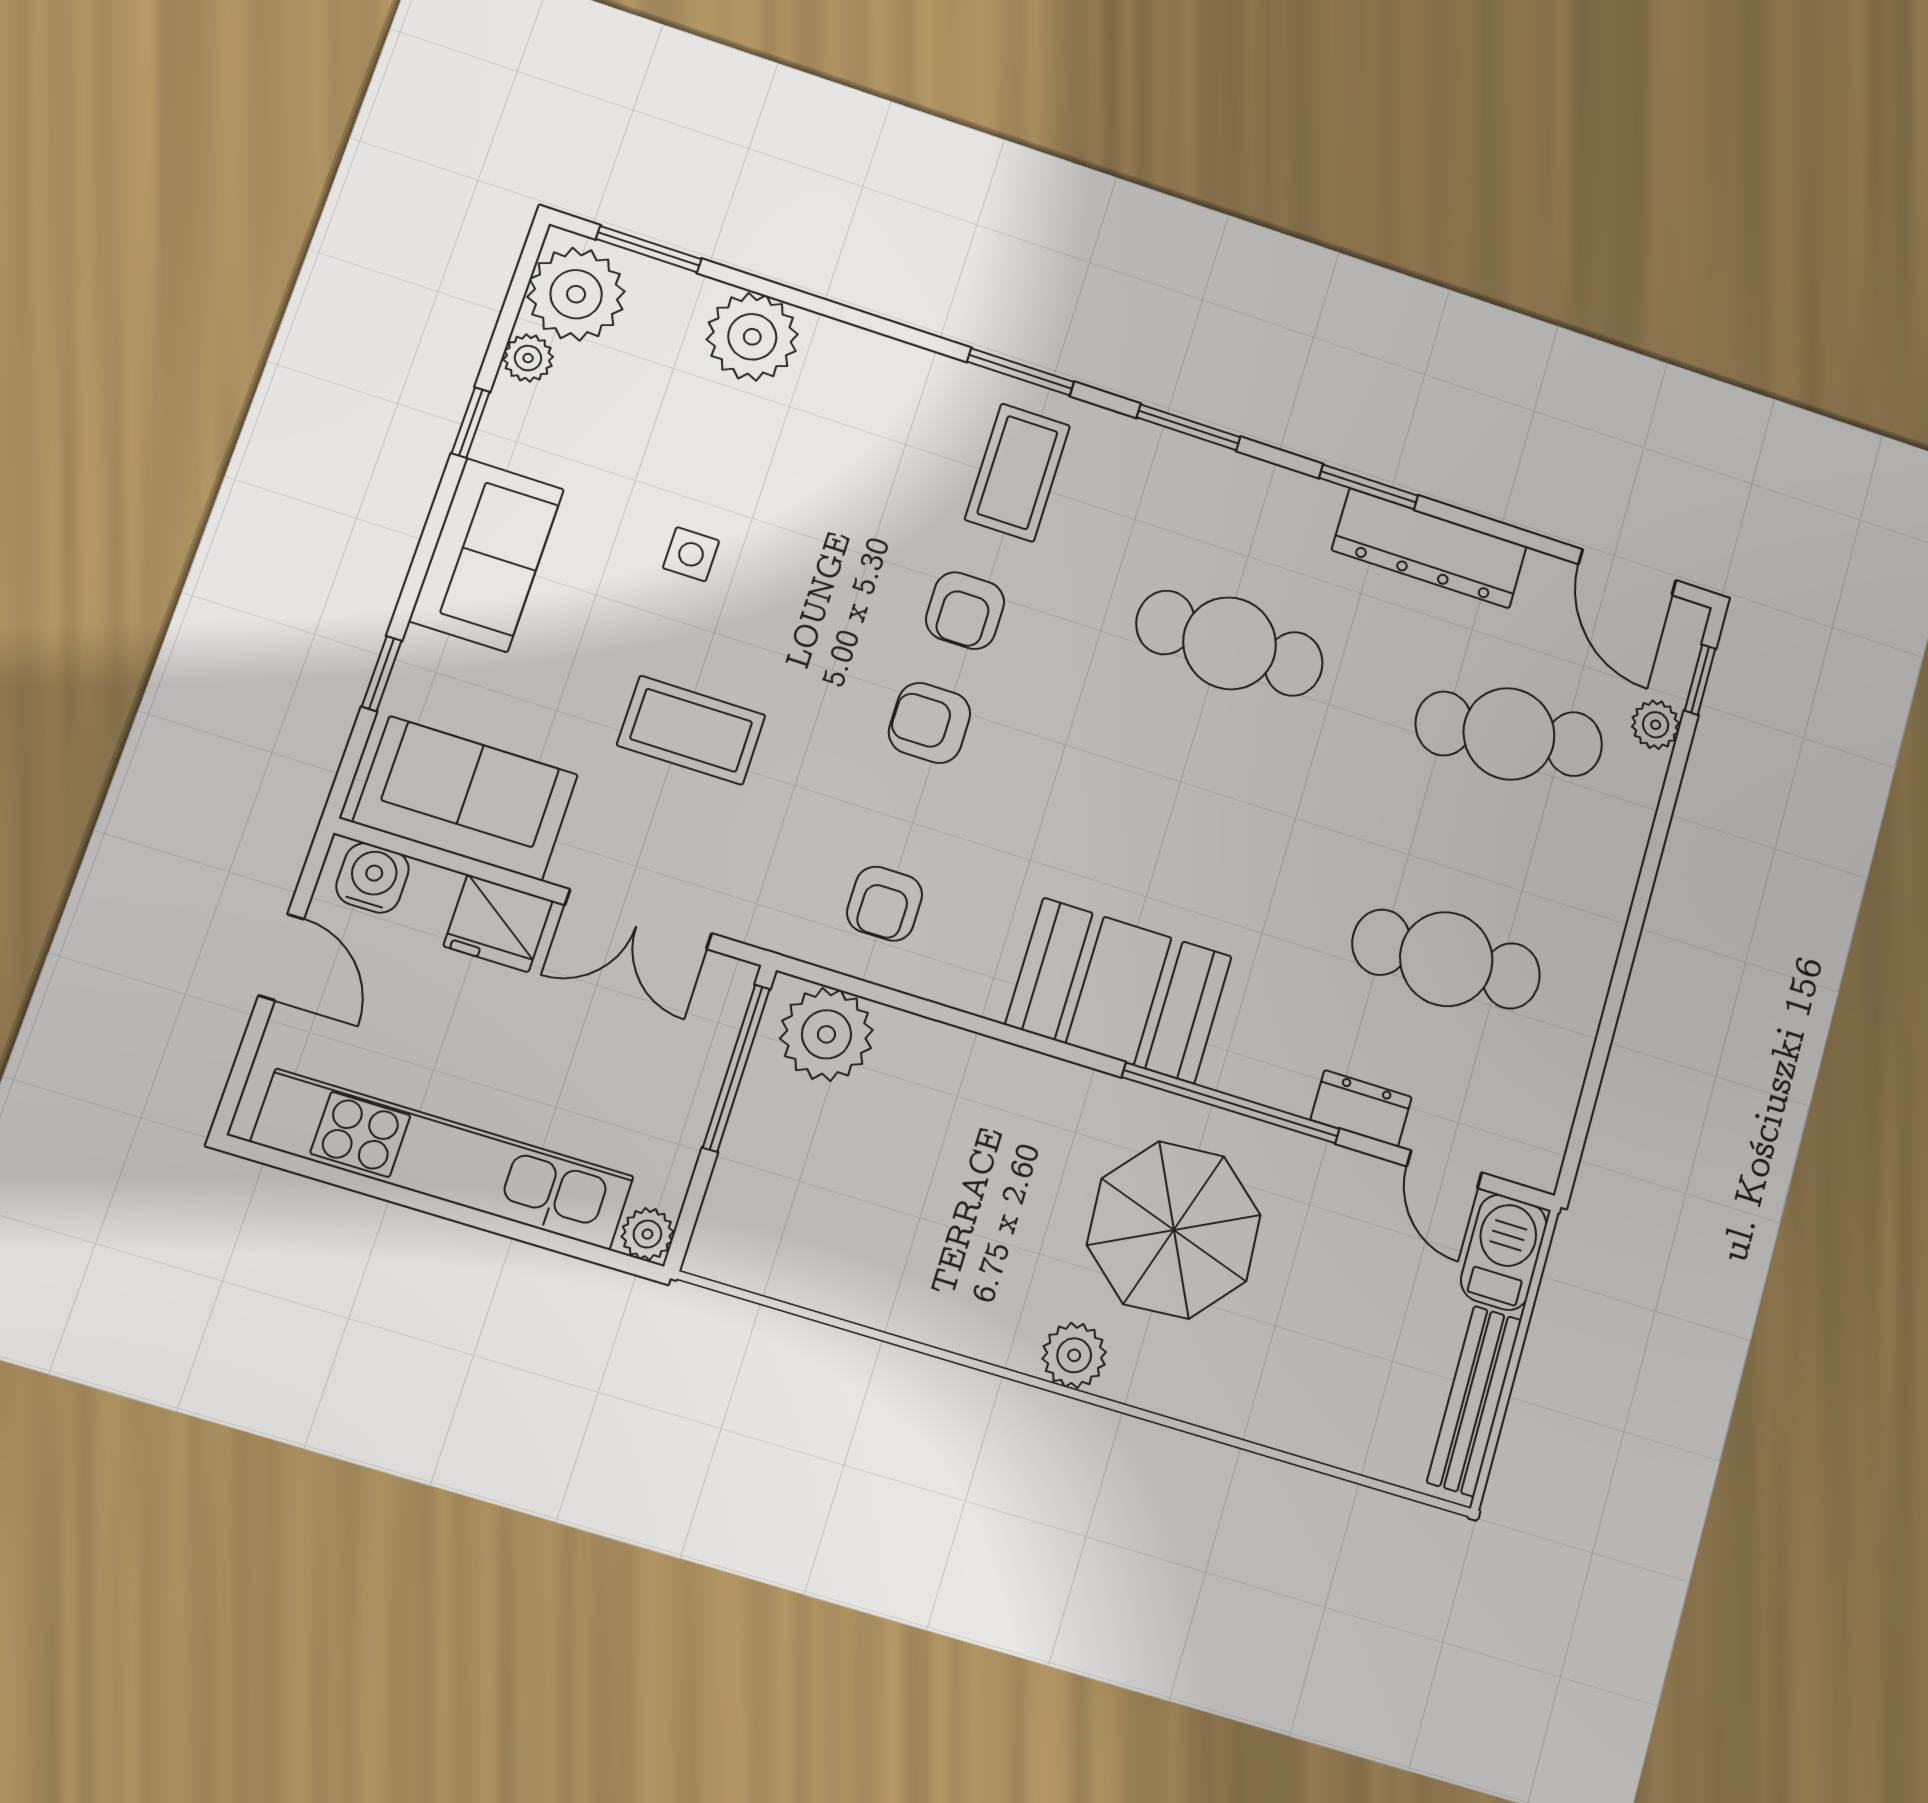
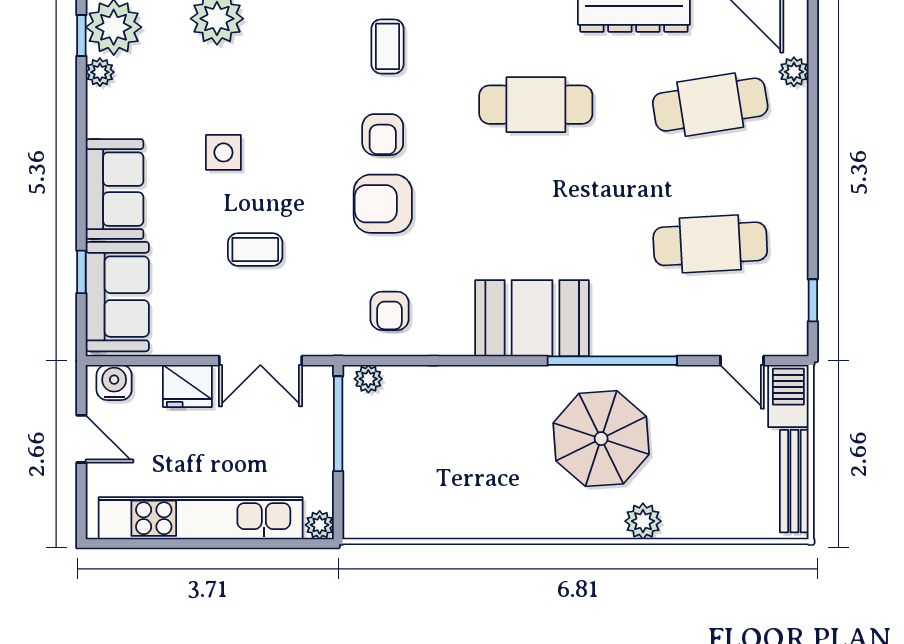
window: (471, 423) -> (81, 36), moved
coffee table: (1017, 473) -> (388, 46), width x0.73, depth x0.77
side table: (691, 554) -> (223, 152), width x1.37, depth x1.37
window: (1700, 680) -> (813, 300), moved
armchair: (929, 723) -> (383, 204), width x1.38, depth x1.38
coffee table: (691, 730) -> (255, 249), width x0.73, depth x0.77
sofa: (466, 798) -> (117, 297), moved, turned 90
plant: (826, 1034) -> (368, 379), width x0.53, depth x0.53
dresser: (1361, 1108) -> (686, 341), removed
plant: (1074, 1355) -> (643, 521), moved

